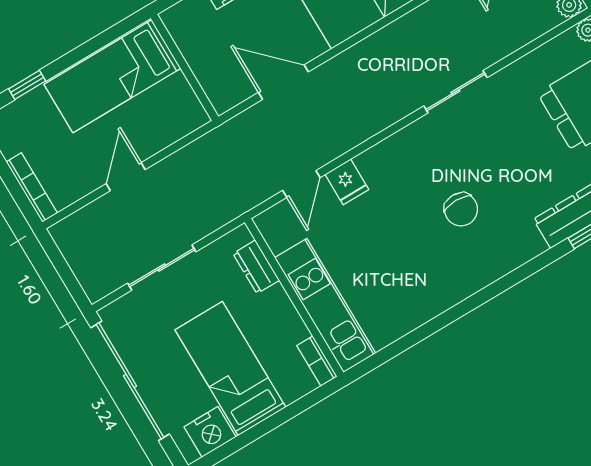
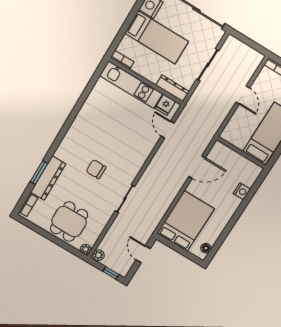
fridge: (347, 182) -> (165, 105), moved, turned -90
chair: (461, 209) -> (96, 169), moved
dresser: (256, 267) -> (172, 88), width x1.44

